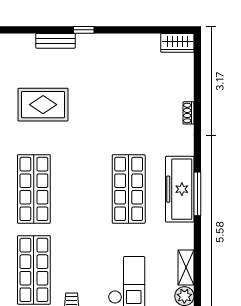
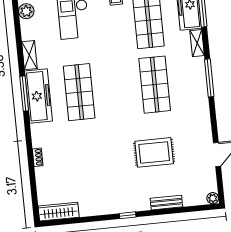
bench: (55, 41) -> (166, 203), moved
wardrobe: (177, 43) -> (59, 212), width x1.50
shelving: (186, 267) -> (29, 55), moved

